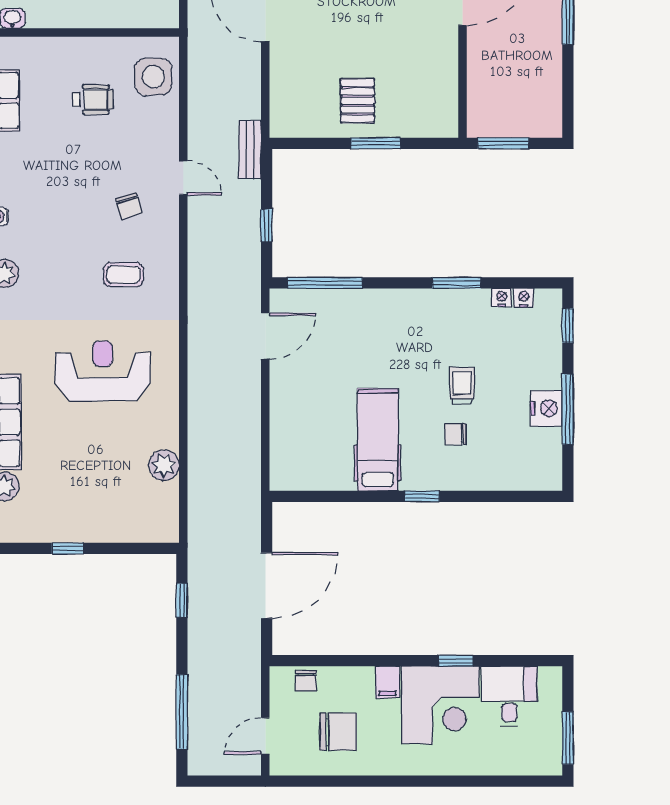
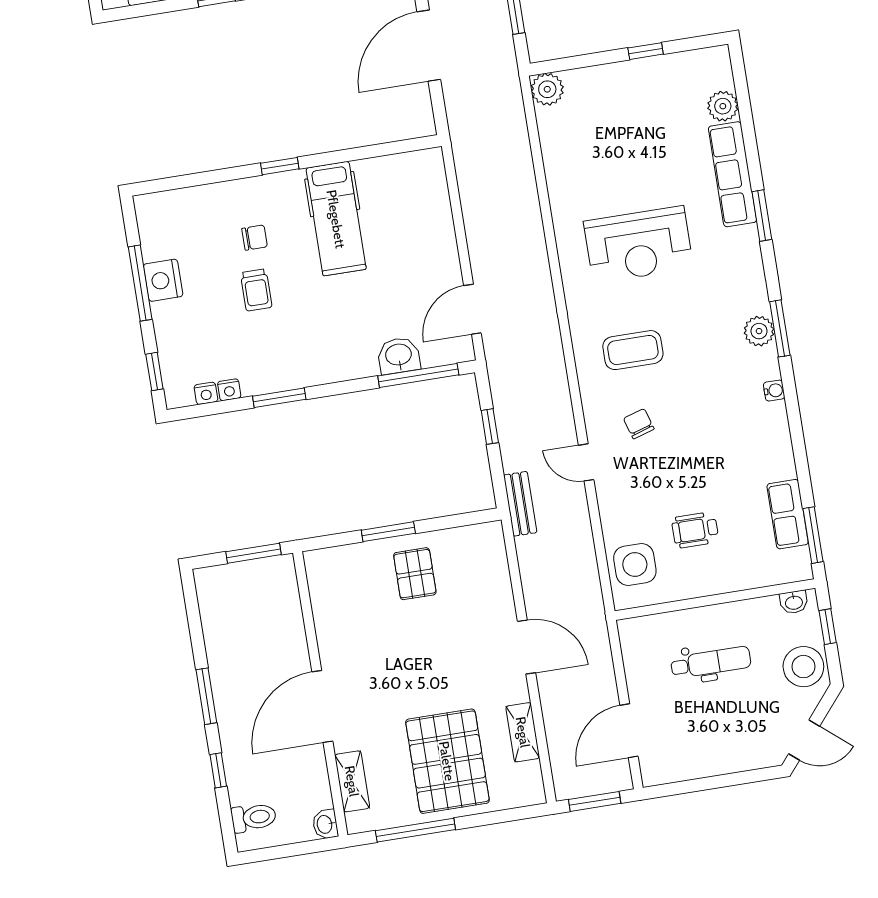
coffee table: (123, 275) -> (633, 350), width x1.36, depth x1.30
washbasin: (340, 304) -> (399, 356), added
plant: (164, 465) -> (547, 89), moved

